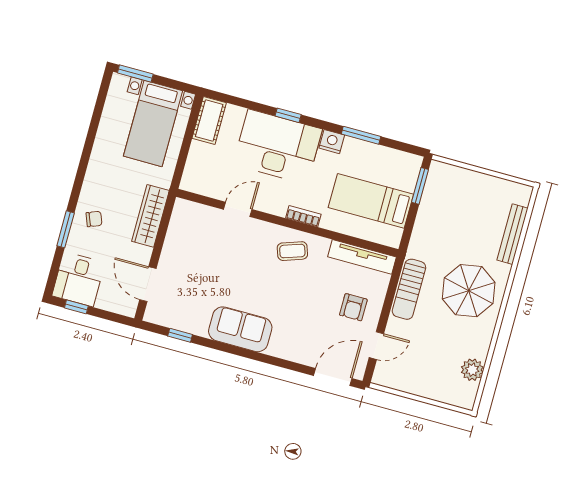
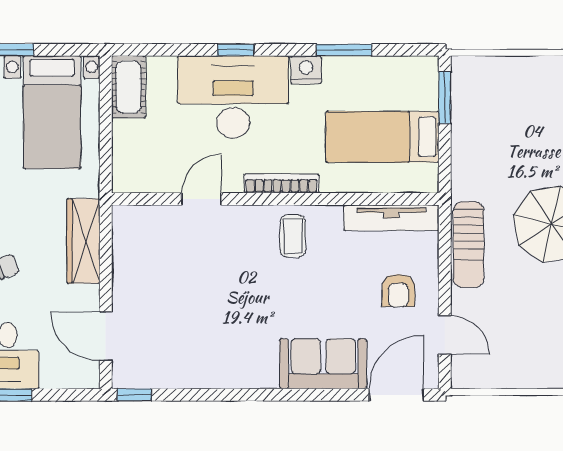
bookcase: (303, 216) -> (281, 184), width x1.56
coffee table: (292, 251) -> (293, 236), turned -71
sofa: (240, 329) -> (323, 364), moved
window: (180, 335) -> (134, 395), moved
door: (376, 346) -> (445, 335), hinge flipped

